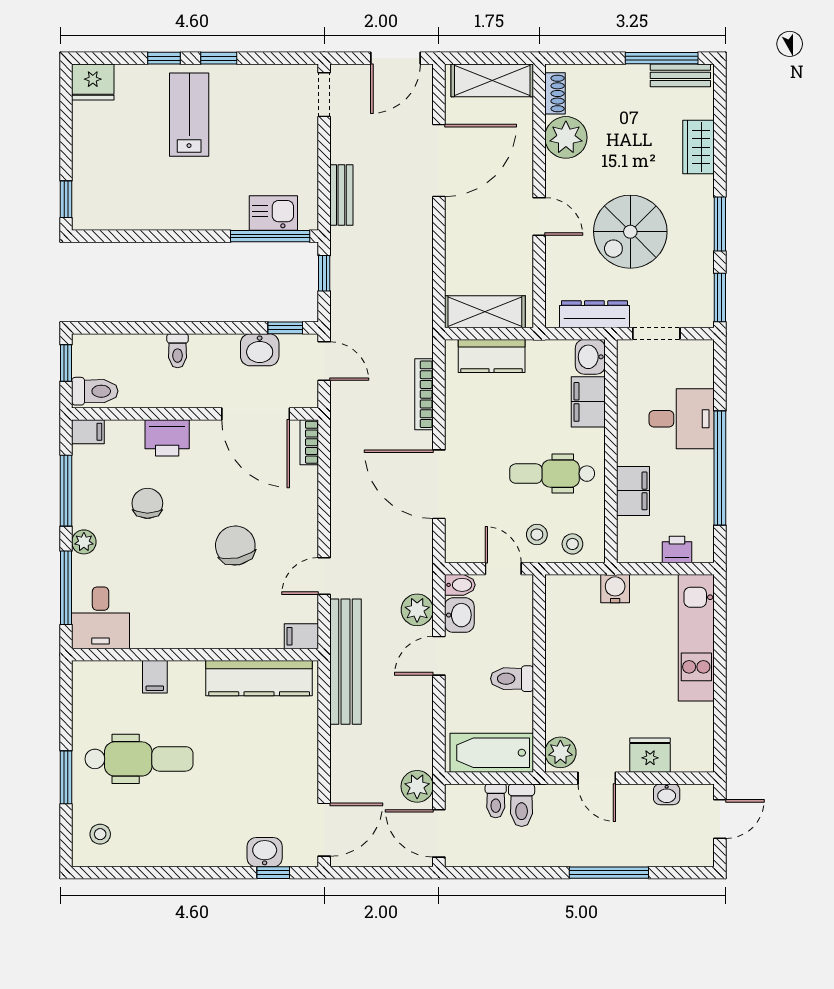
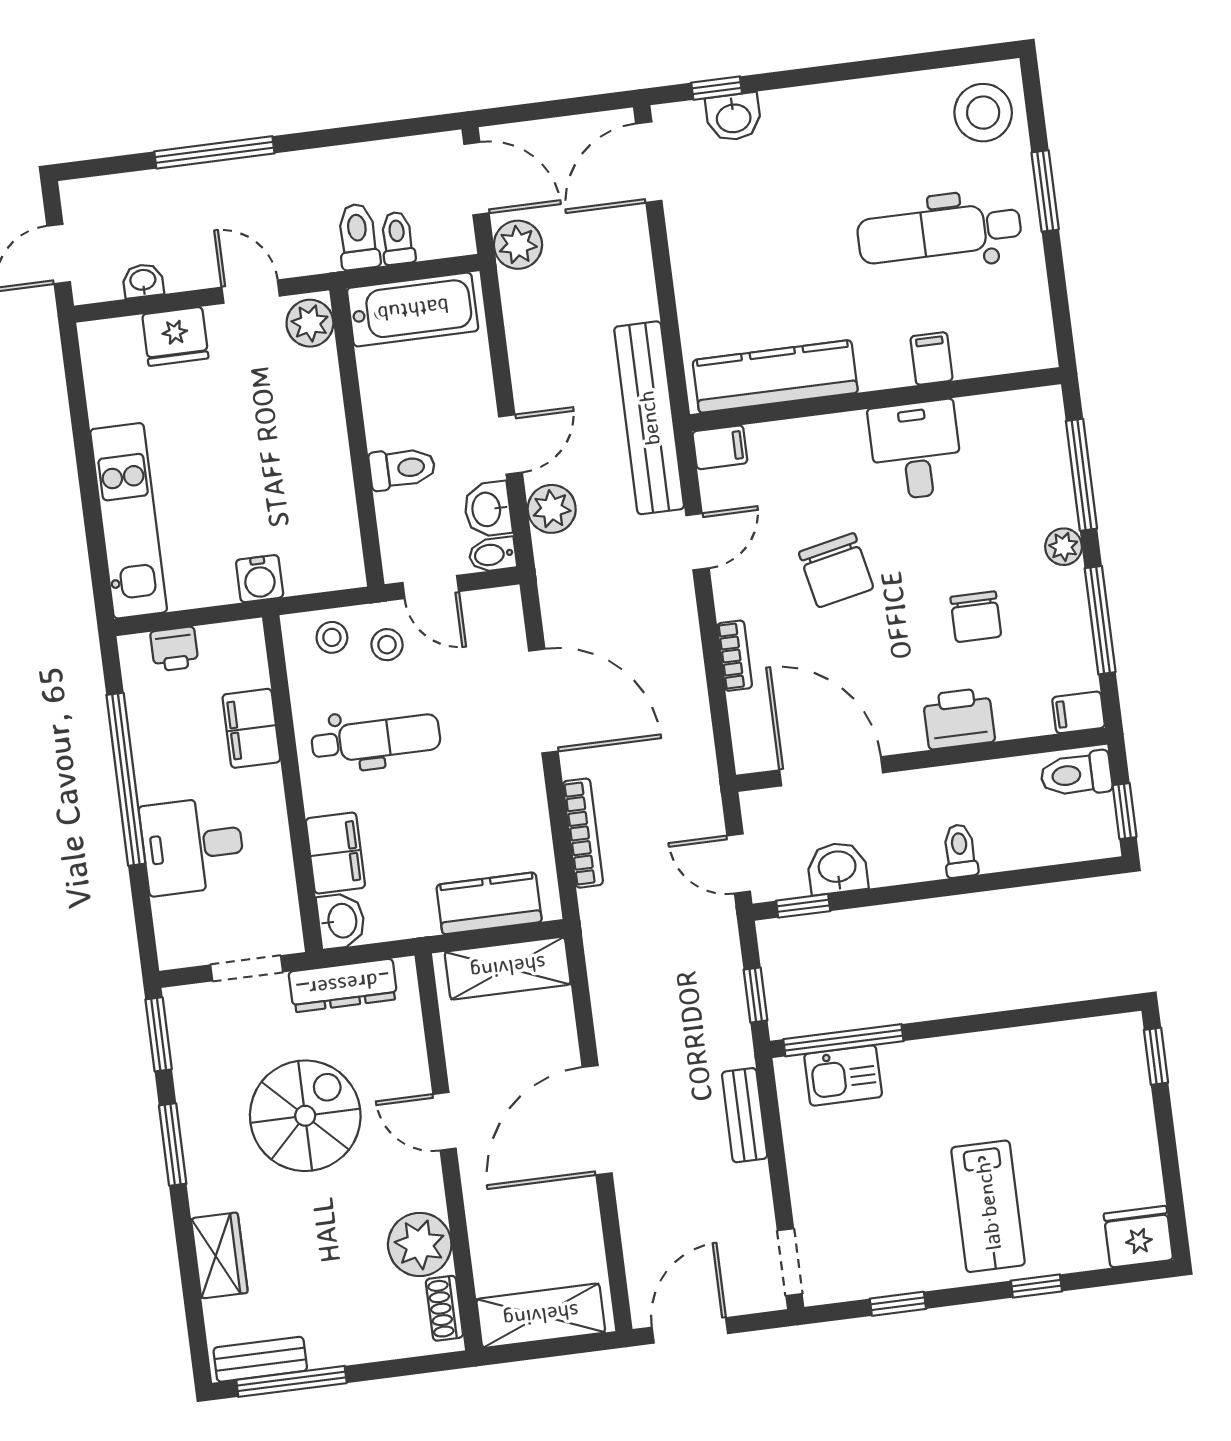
window: (219, 58) -> (898, 1304), moved
door: (439, 160) -> (597, 1120), moved
bookcase: (309, 442) -> (735, 656), moved
desk: (101, 618) -> (916, 450), moved
toilet: (512, 679) -> (402, 468), moved
stool: (100, 834) -> (983, 113), width x1.89, depth x1.89

